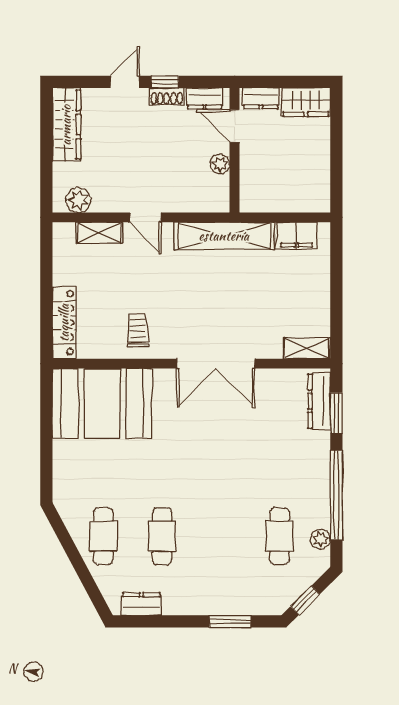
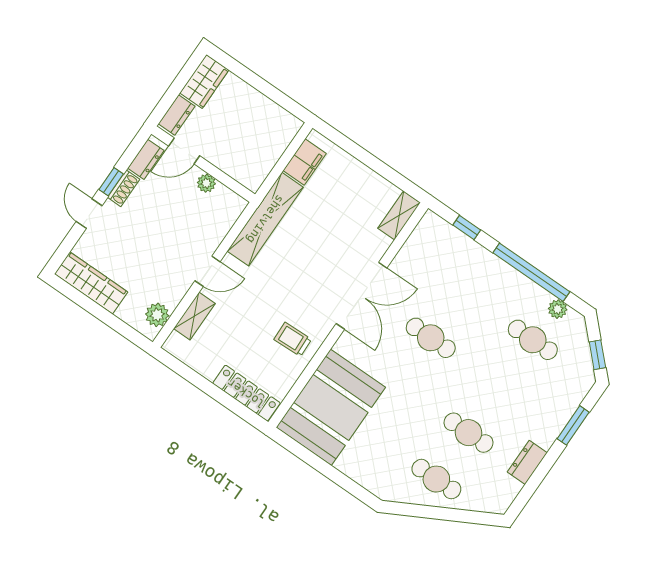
dresser: (319, 401) -> (448, 235), removed
window: (336, 413) -> (467, 227), width x0.67
cafe table: (221, 448) -> (431, 338), added
dresser: (141, 604) -> (527, 462), moved

